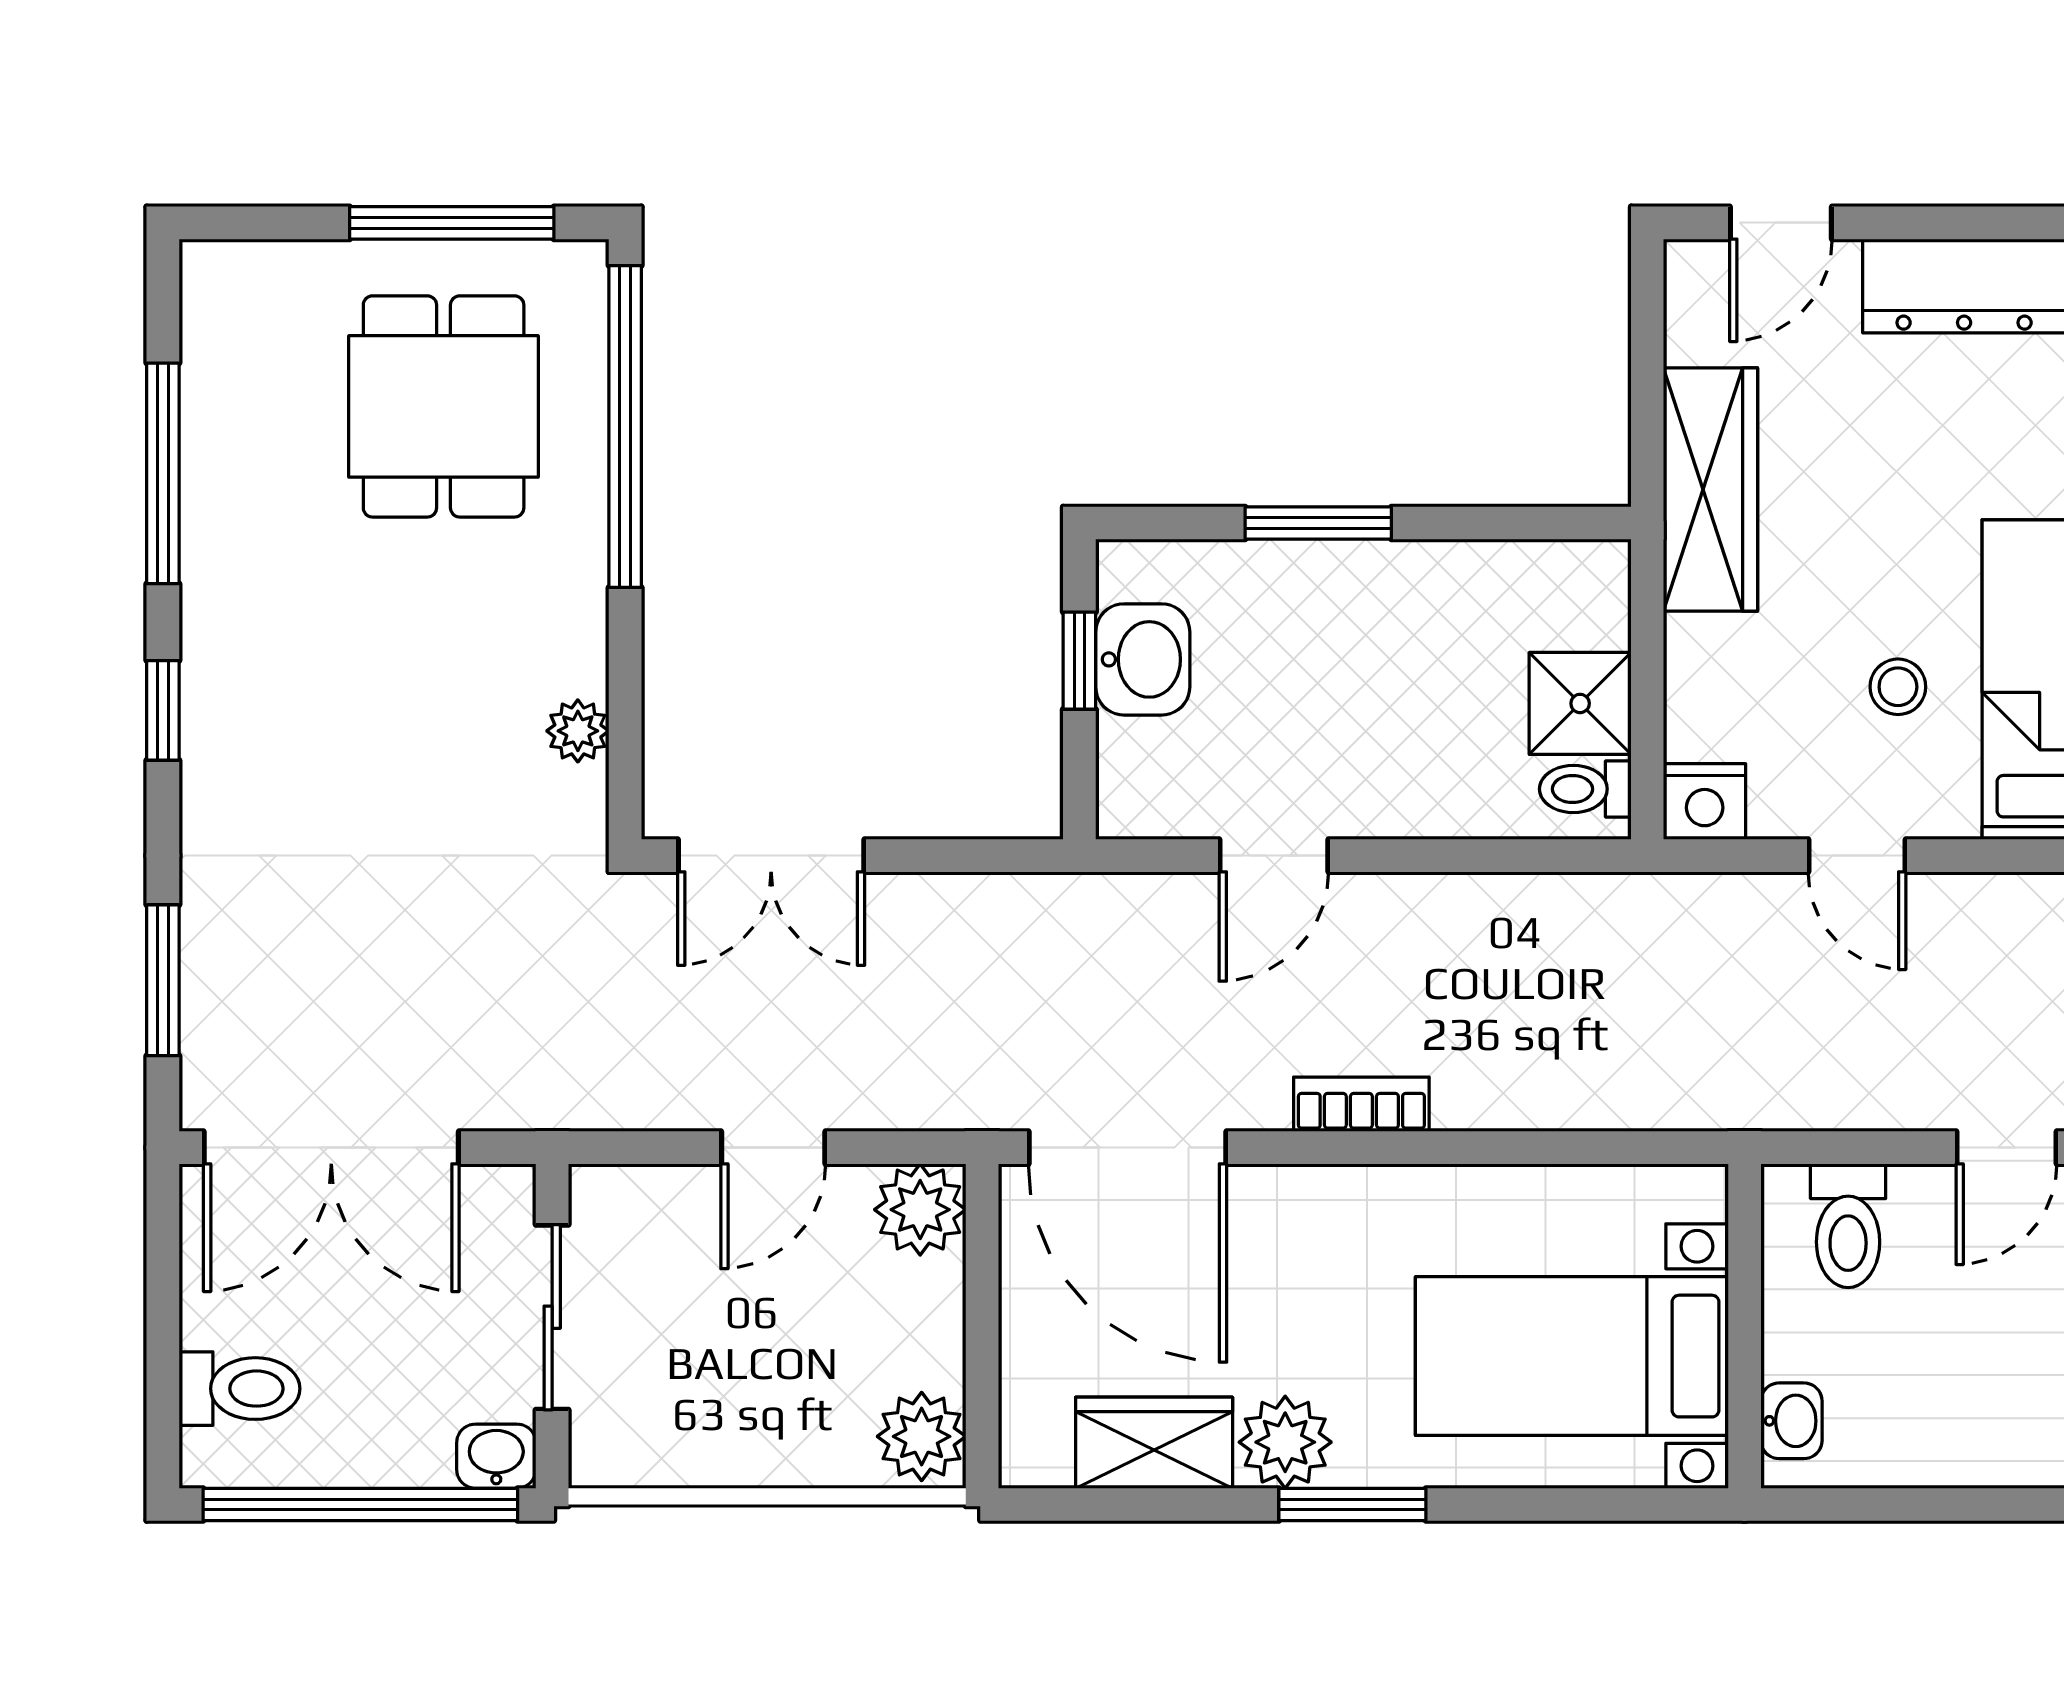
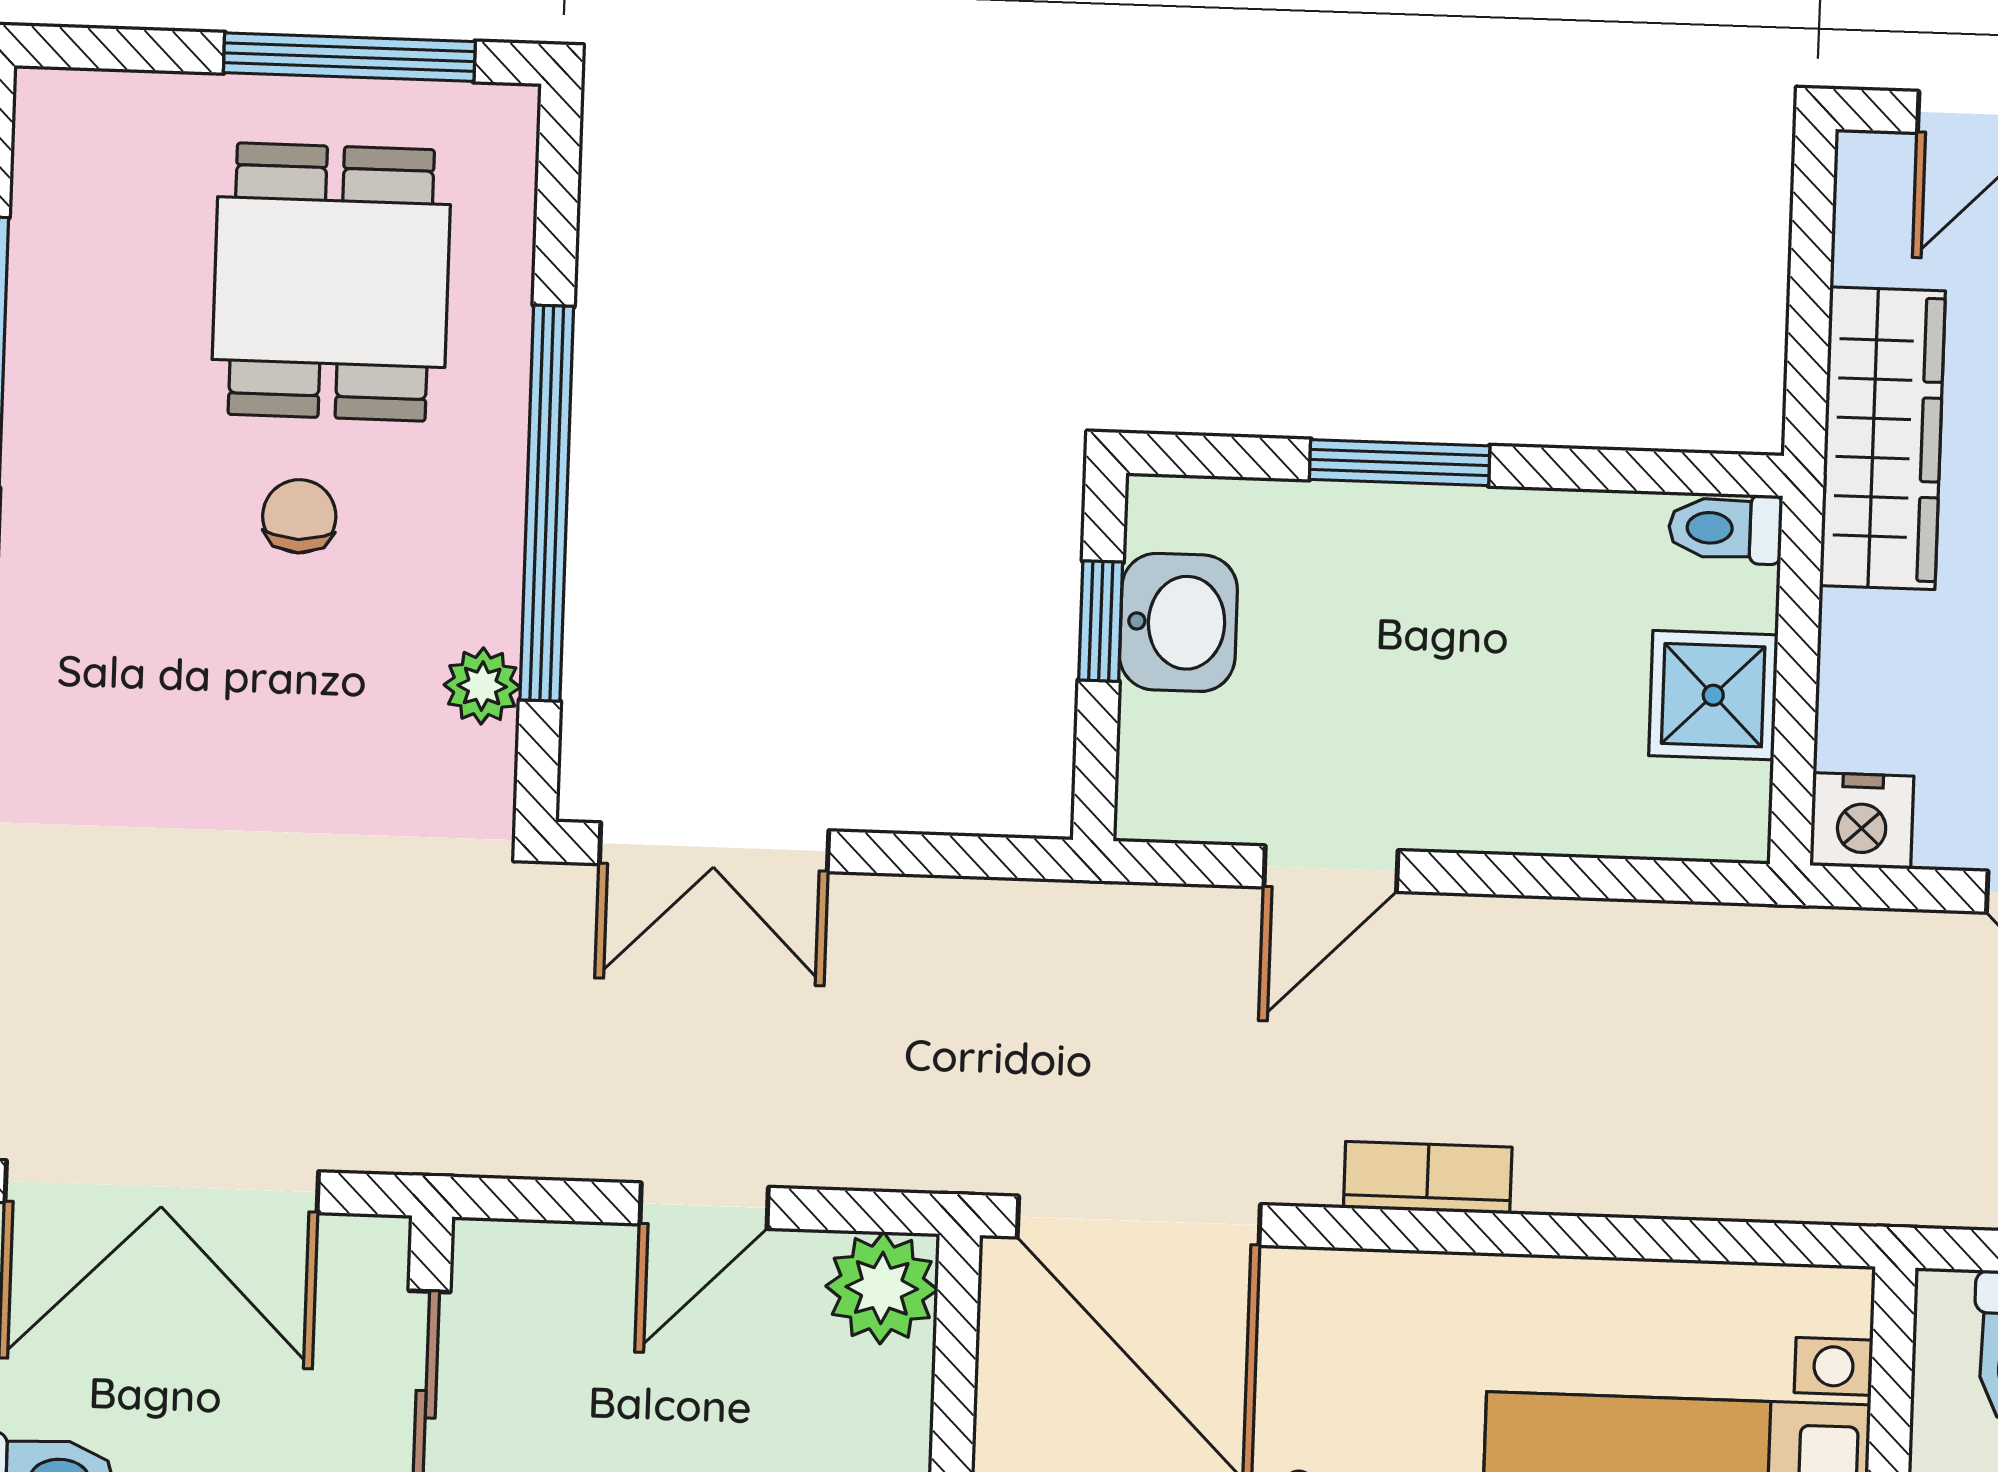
window: (625, 426) -> (547, 503), moved
chair: (424, 598) -> (299, 516), added
toilet: (1585, 789) -> (1725, 528), moved

